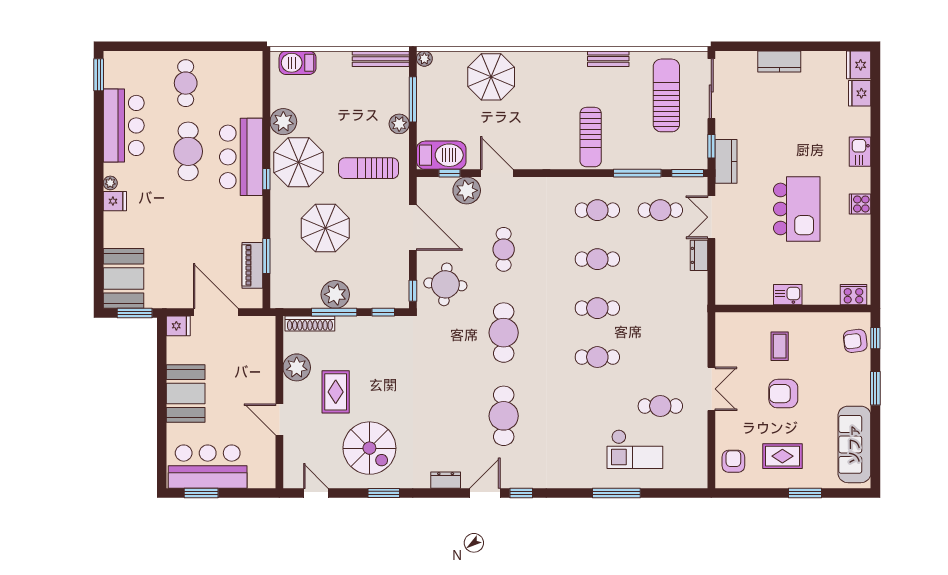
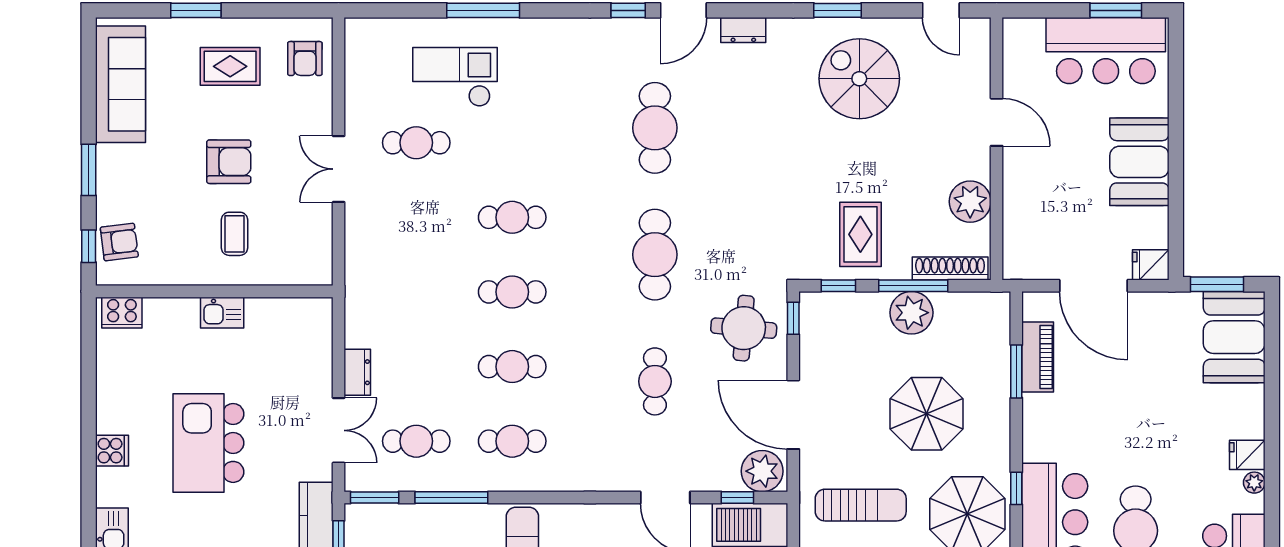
plant: (467, 190) -> (762, 471), moved
rug: (336, 392) -> (860, 234), moved

